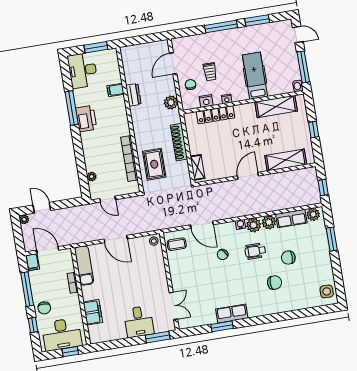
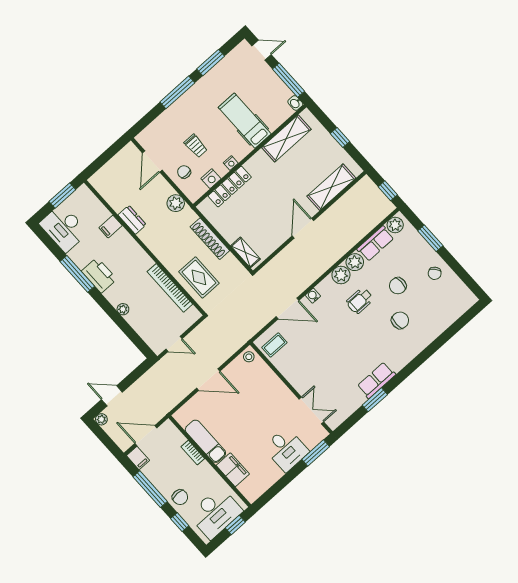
plant: (92, 177) -> (123, 309), moved
water cooler: (240, 224) -> (313, 296), moved
chair: (223, 255) -> (435, 273), moved
exam couch: (84, 266) -> (205, 441), moved
side table: (327, 291) -> (459, 295), removed

